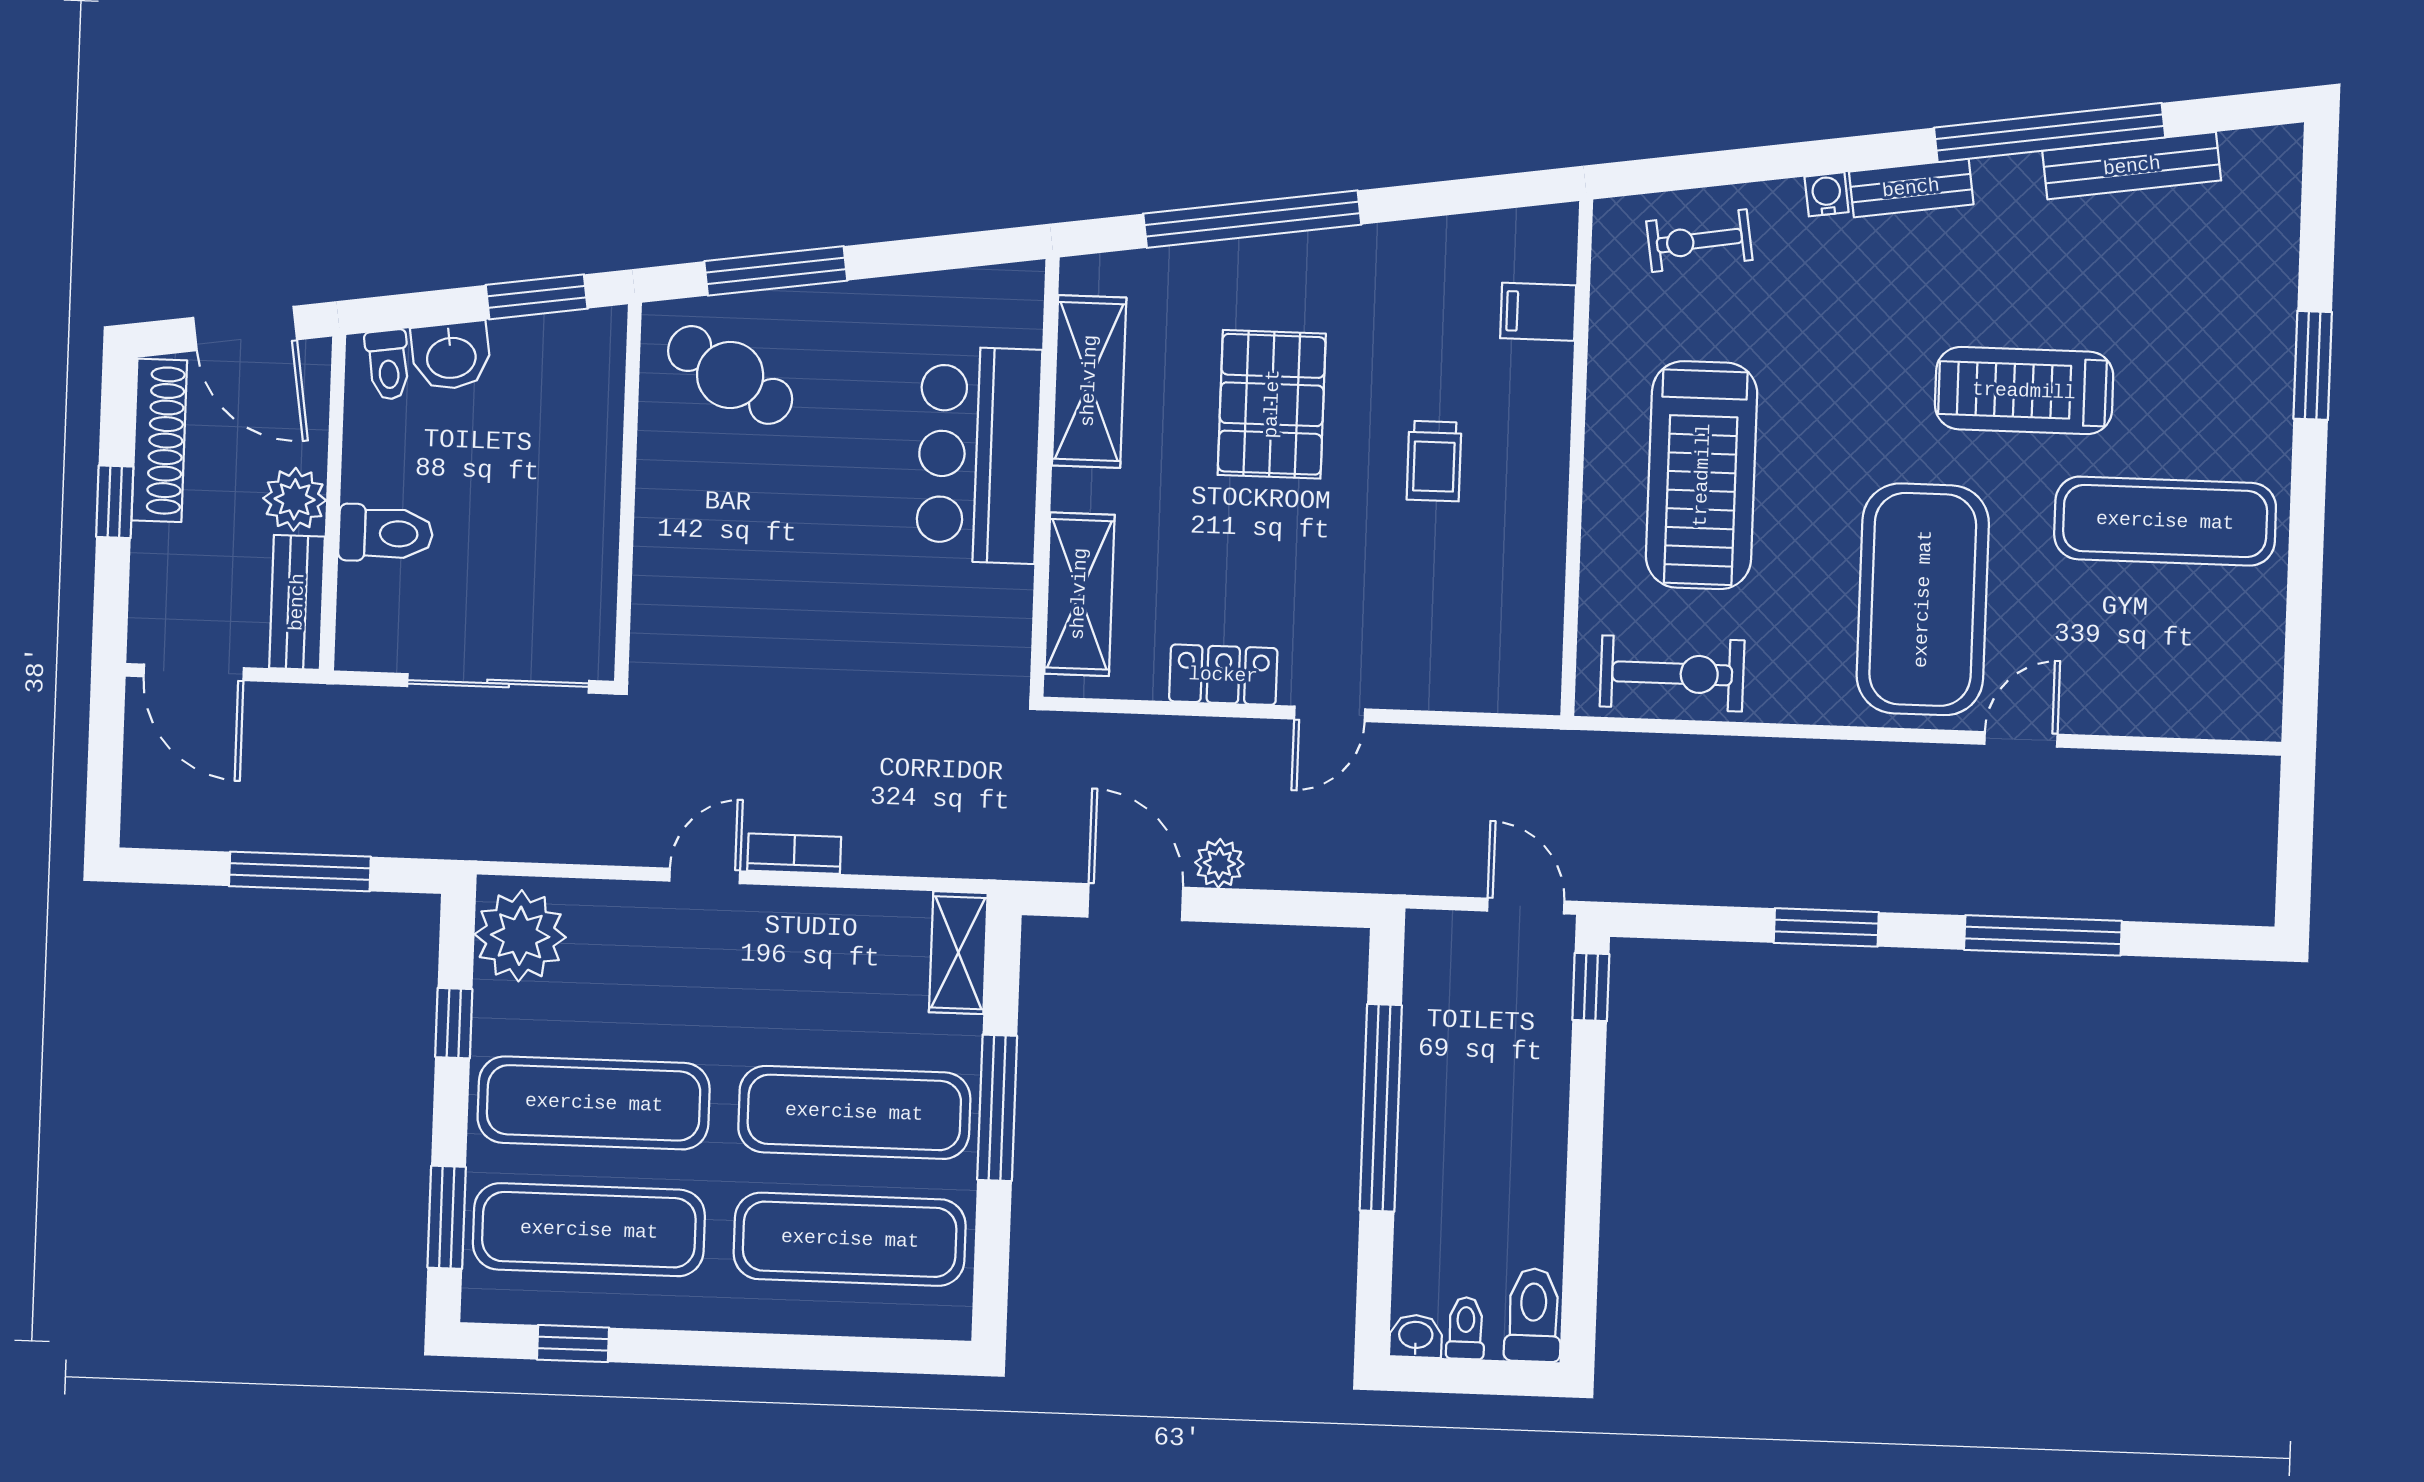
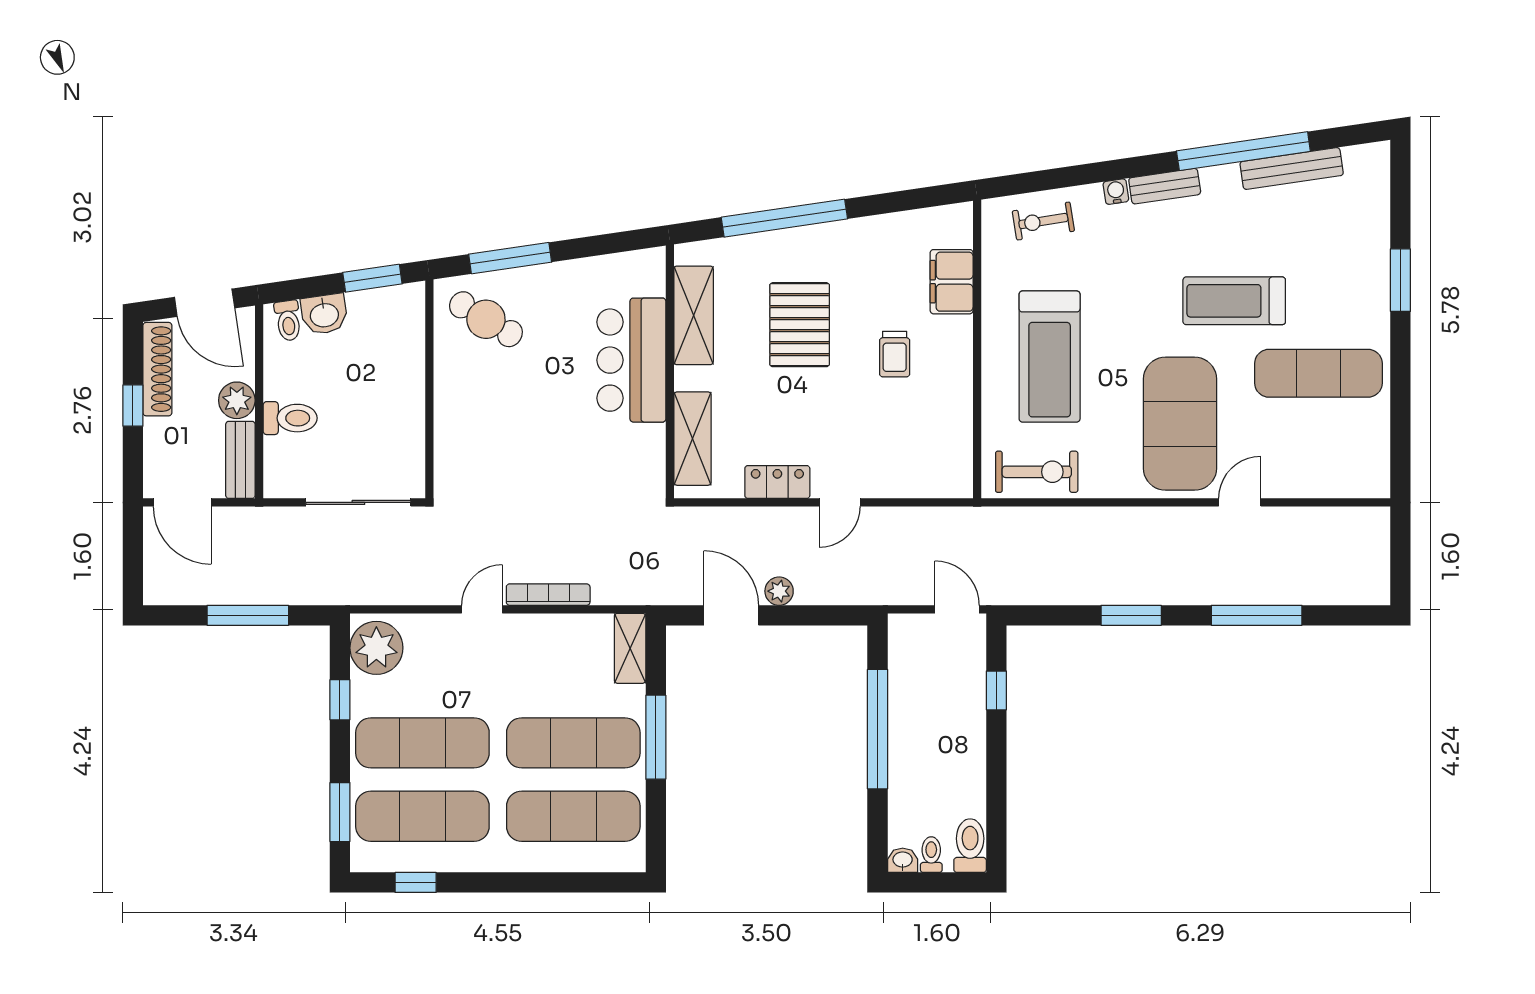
filing cabinet: (1538, 312) -> (952, 282), width x2.00
bookcase: (794, 854) -> (548, 595), width x1.56
window: (1591, 987) -> (996, 690), moved

